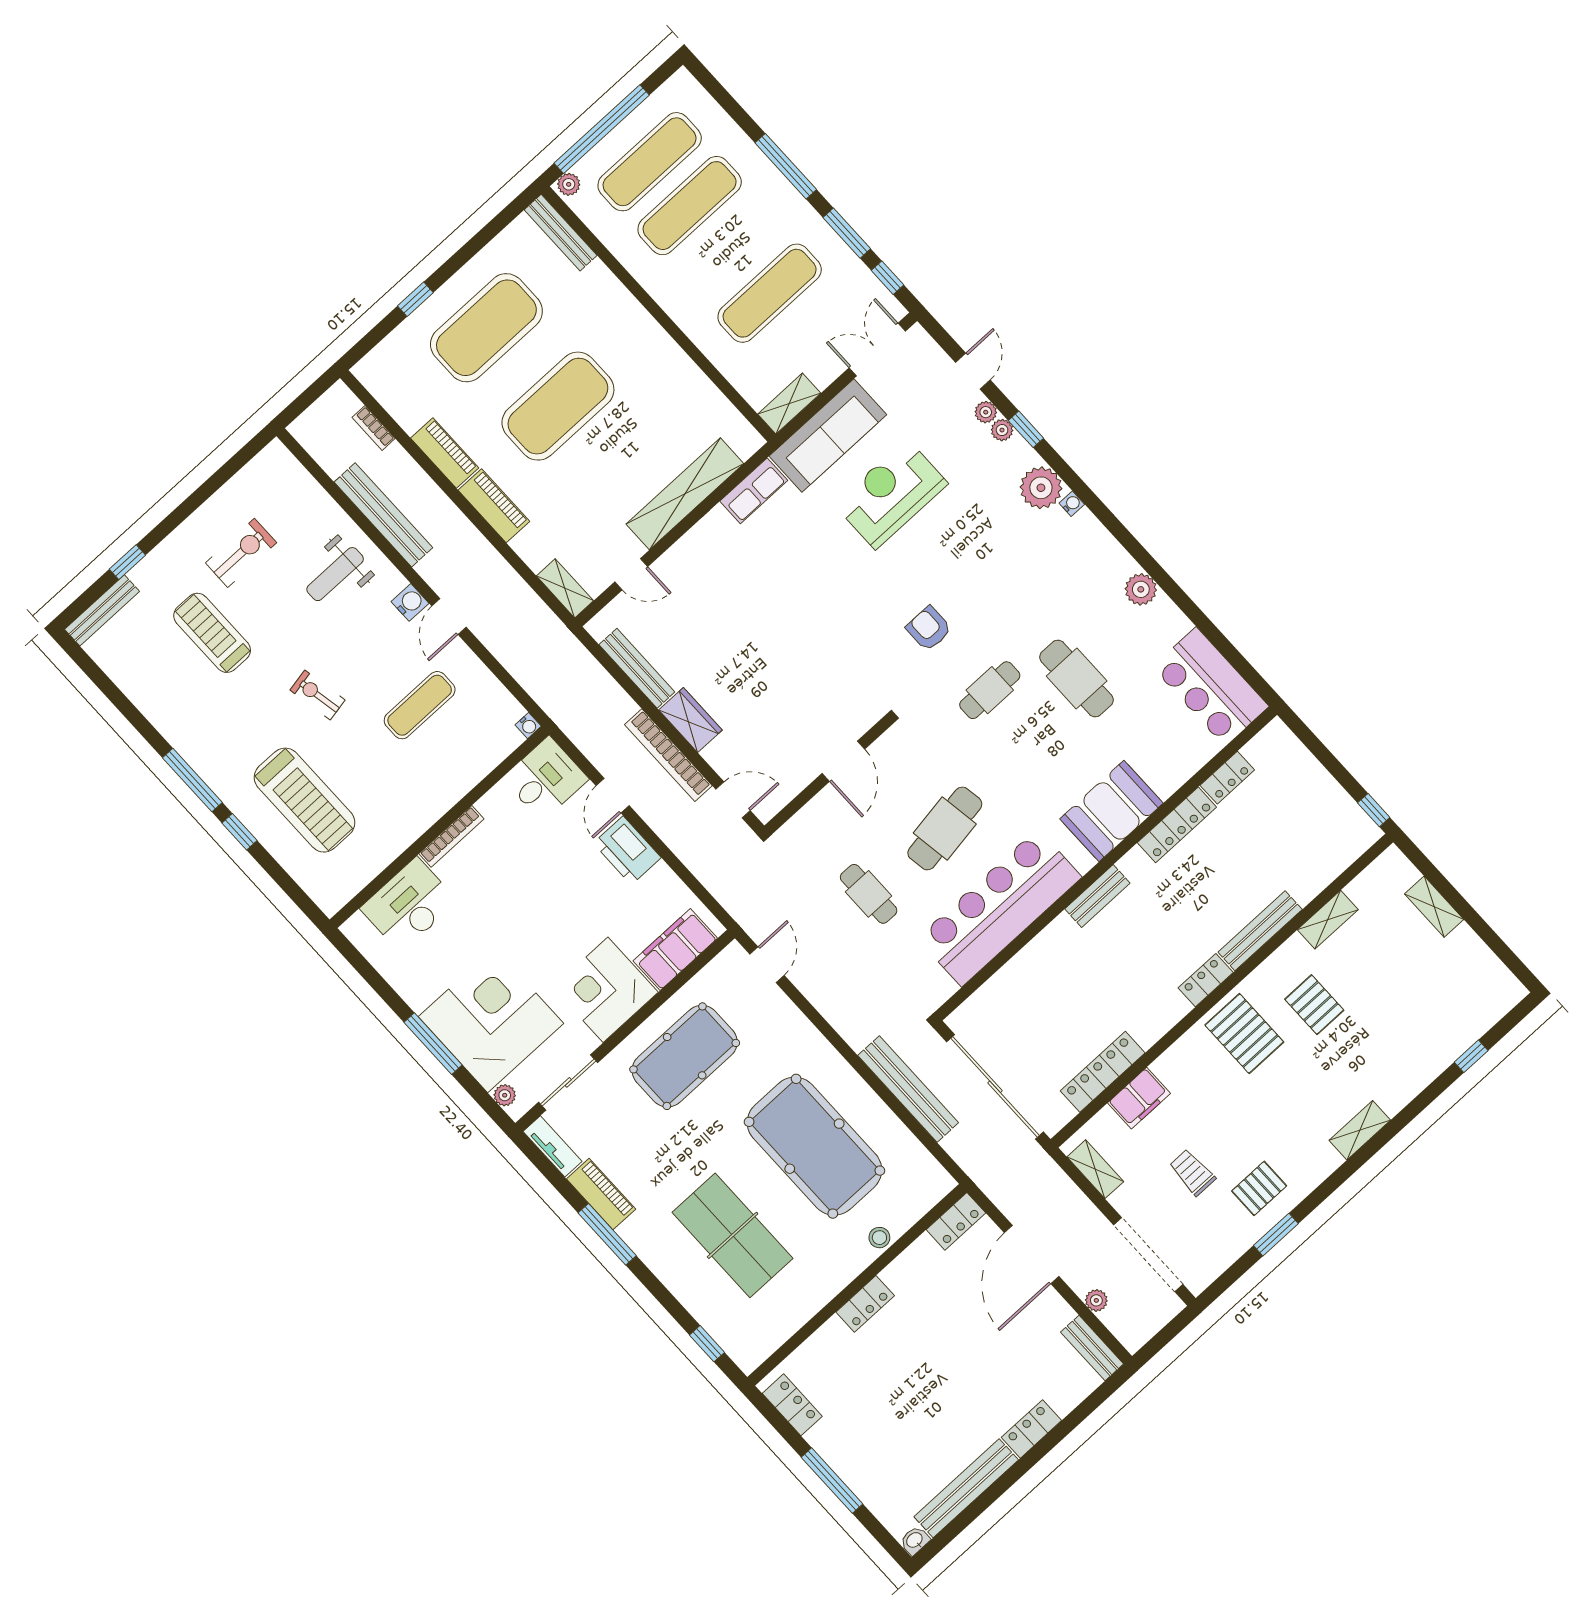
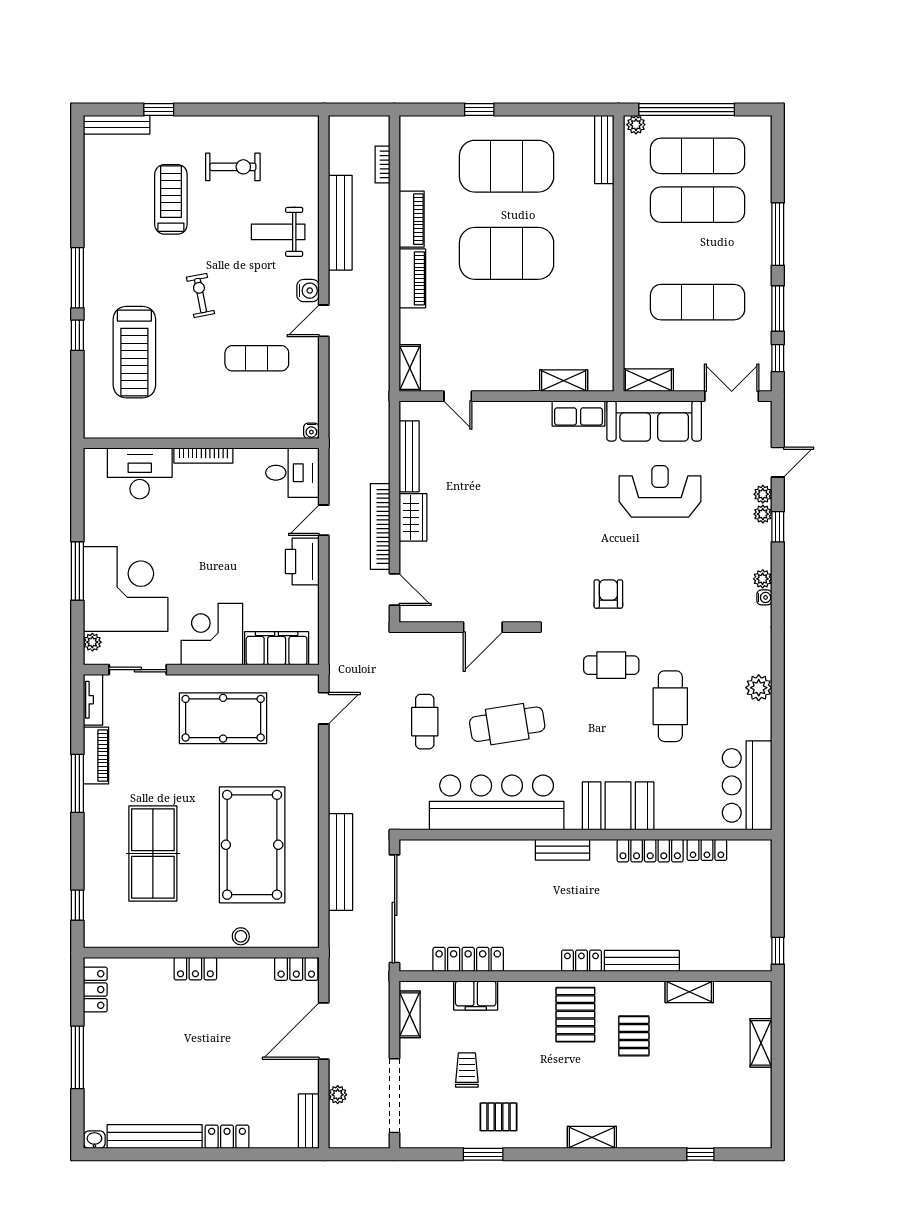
plant: (1041, 488) -> (763, 579), width x0.53, depth x0.53
shelving: (685, 494) -> (564, 381), width x0.45, depth x0.75

